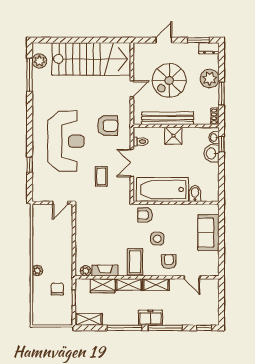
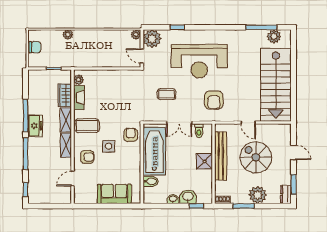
washbasin: (214, 138) -> (173, 199), moved
double door: (132, 163) -> (179, 123), swing flipped
plant: (42, 192) -> (152, 39), added
plant: (37, 209) -> (136, 35), added
plant: (37, 271) -> (68, 35), moved
chair: (57, 289) -> (35, 47), moved
freezer: (150, 318) -> (35, 126), moved
shelving: (89, 319) -> (33, 83), removed

